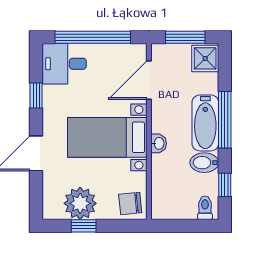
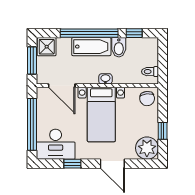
desk: (64, 64) -> (56, 144), width x1.37
window: (225, 120) -> (89, 33), width x1.46
plant: (80, 203) -> (147, 148), moved
toilet: (205, 208) -> (150, 72), moved

